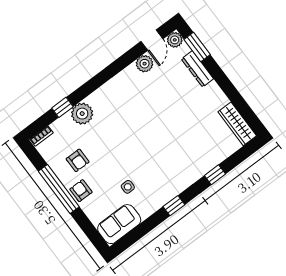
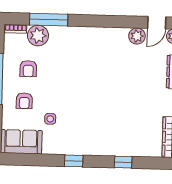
window: (62, 107) -> (49, 20), width x2.17
plant: (82, 114) -> (38, 36), moved
armchair: (81, 191) -> (24, 101), moved, turned 180

